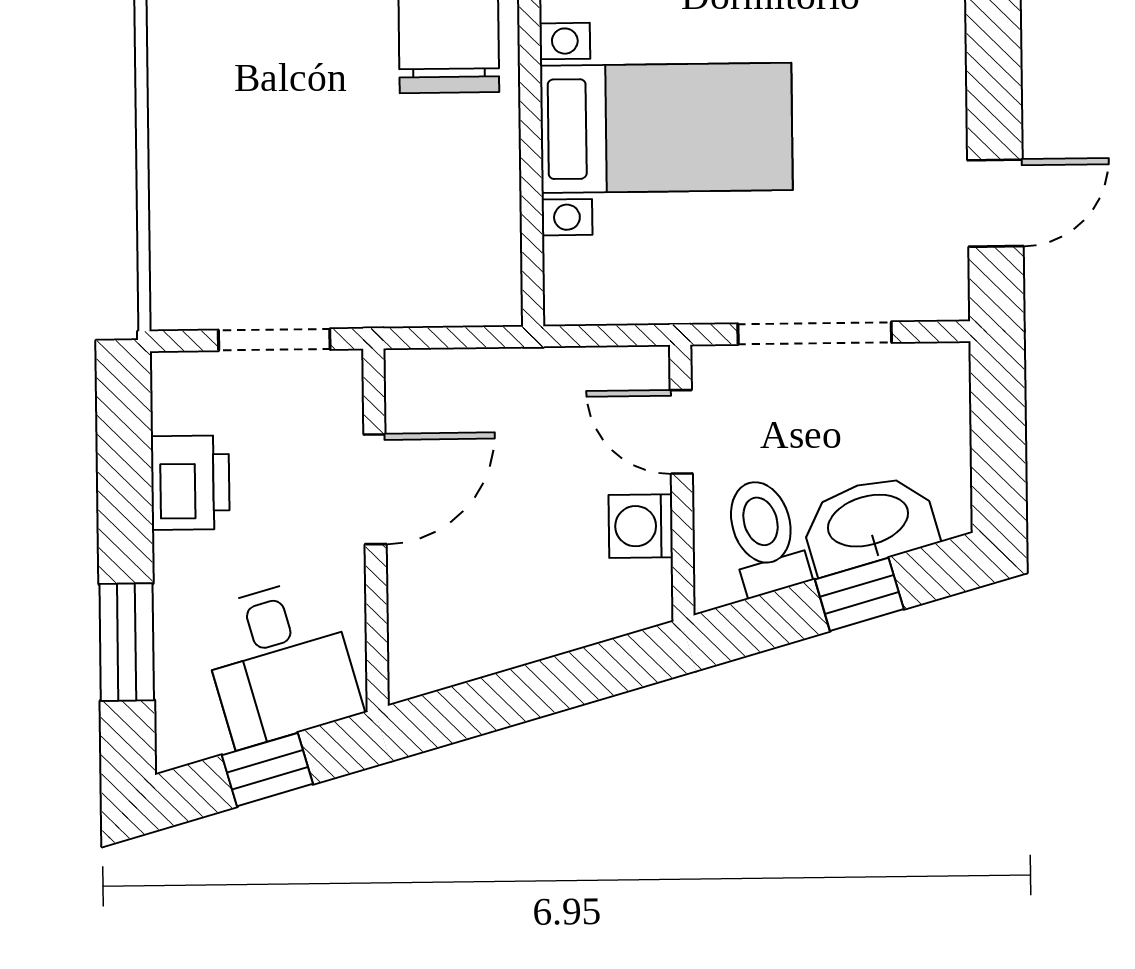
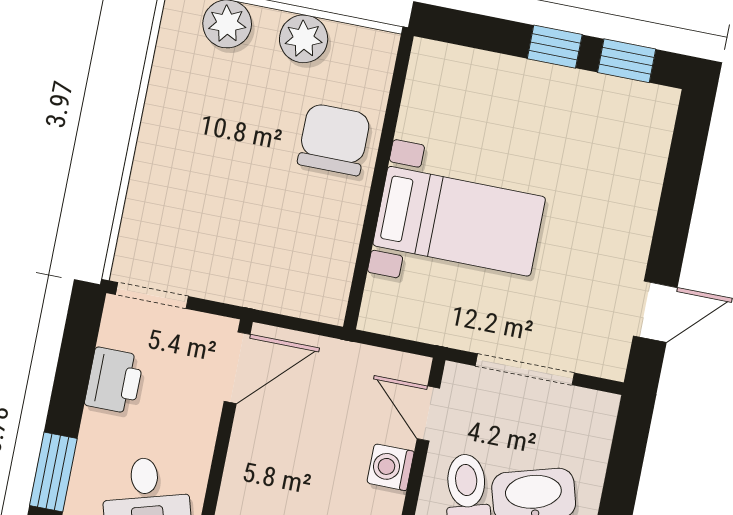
doorway: (274, 340) -> (152, 296), moved
door: (375, 489) -> (237, 368), moved

